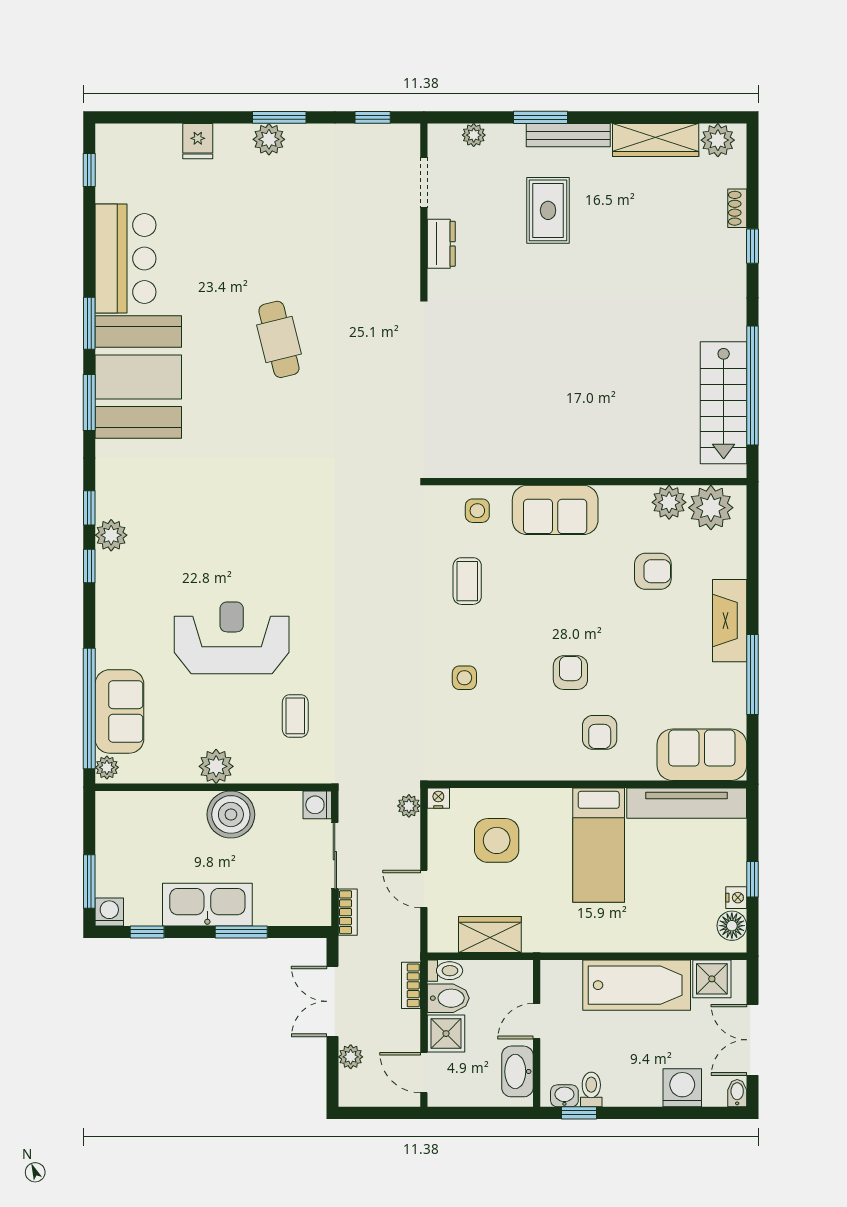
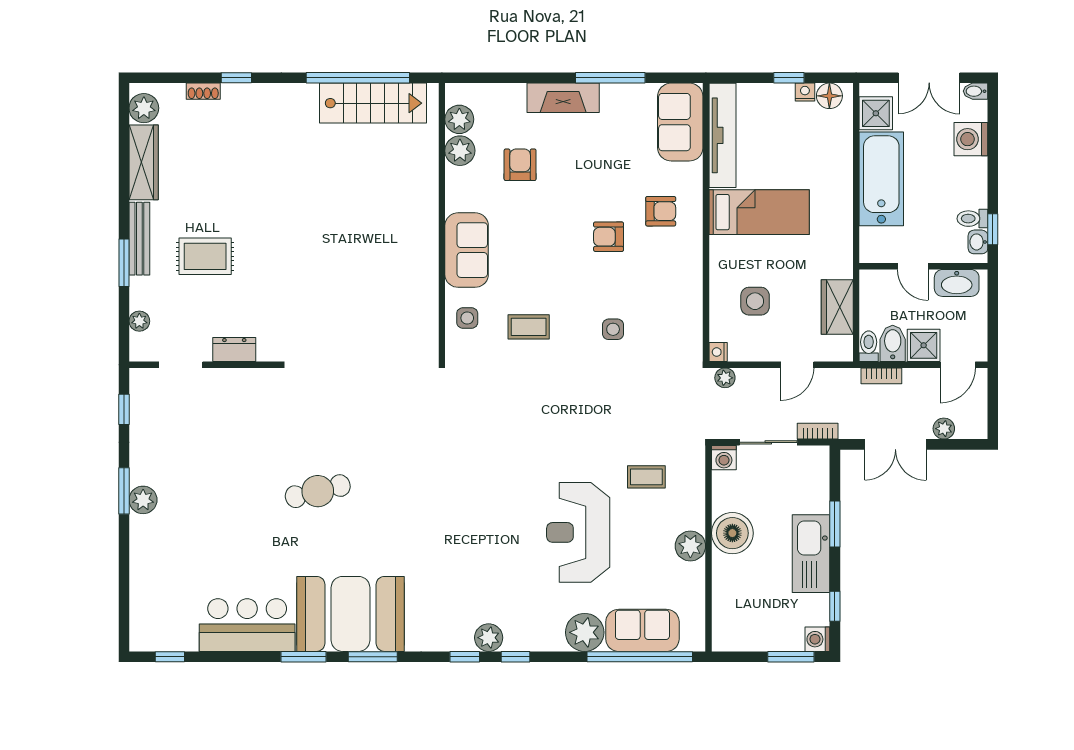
fridge: (198, 141) -> (145, 562), removed
plant: (711, 508) -> (459, 119), width x0.73, depth x0.73
plant: (107, 767) -> (585, 632), moved, width x1.88, depth x1.88
side table: (497, 840) -> (755, 301), width x0.73, depth x0.73

